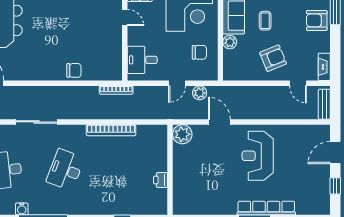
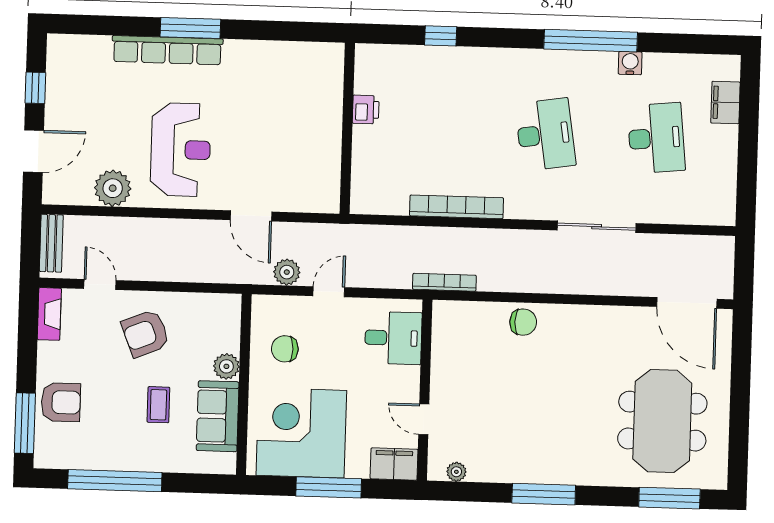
chair: (74, 70) -> (523, 322), turned 180
plant: (182, 134) -> (113, 188), moved
desk: (65, 170) -> (545, 135), turned -30

